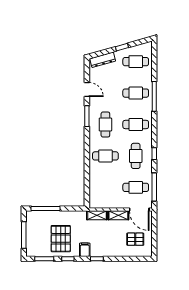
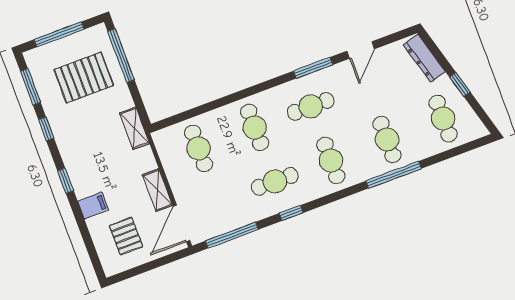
cafe table: (136, 187) -> (199, 148), moved
shelving: (97, 215) -> (134, 128), moved
pallet: (61, 239) -> (84, 78), moved
filing cabinet: (85, 250) -> (93, 206), moved

